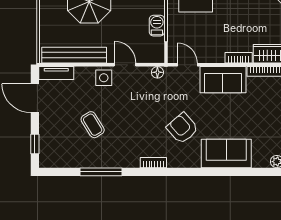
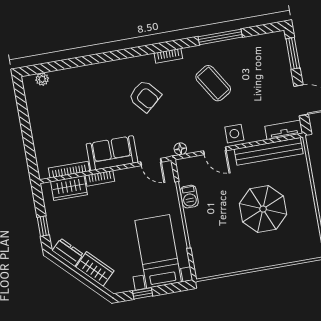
coffee table: (93, 125) -> (213, 83), moved, width x1.36, depth x1.30
window: (35, 144) -> (293, 53), width x1.50
sofa: (226, 153) -> (95, 78), removed

